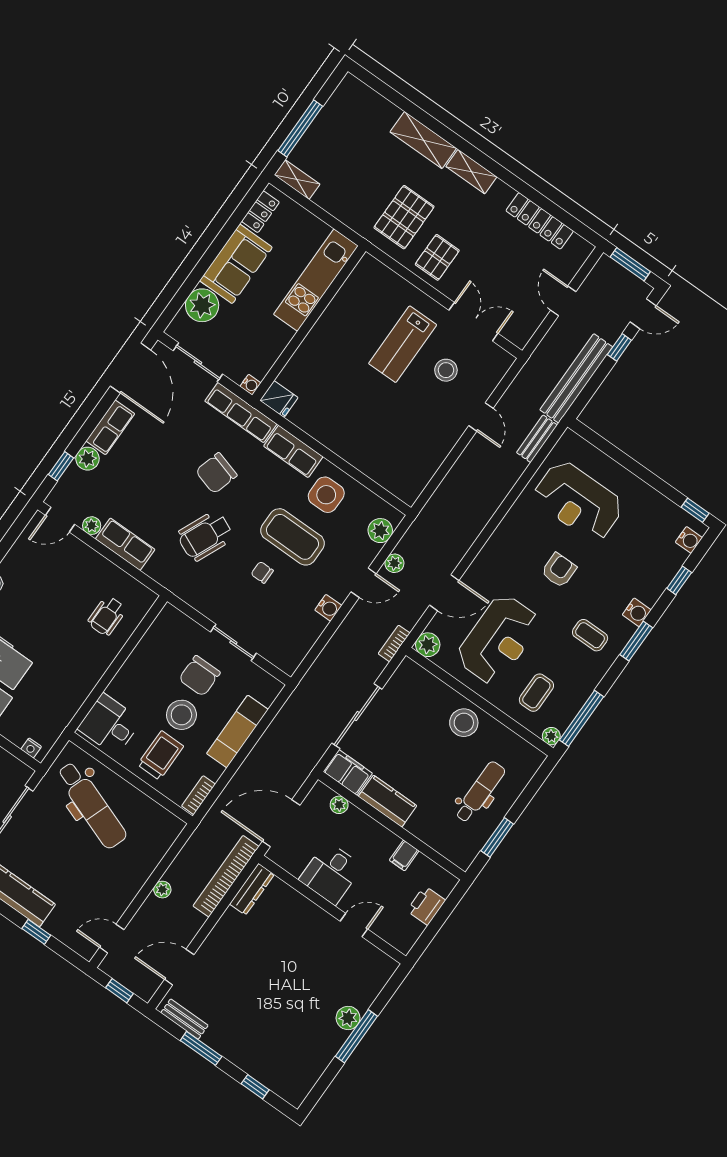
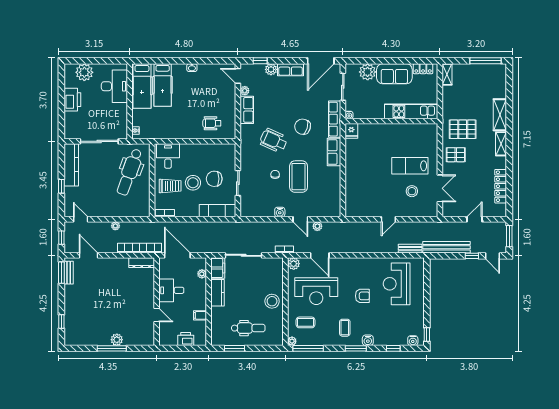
window: (300, 128) -> (485, 61), moved
door: (481, 417) -> (388, 219), moved
side table: (326, 495) -> (326, 178), removed
plant: (380, 531) -> (327, 211), removed
exam couch: (237, 732) -> (217, 211), moved
window: (201, 1048) -> (61, 273), moved

